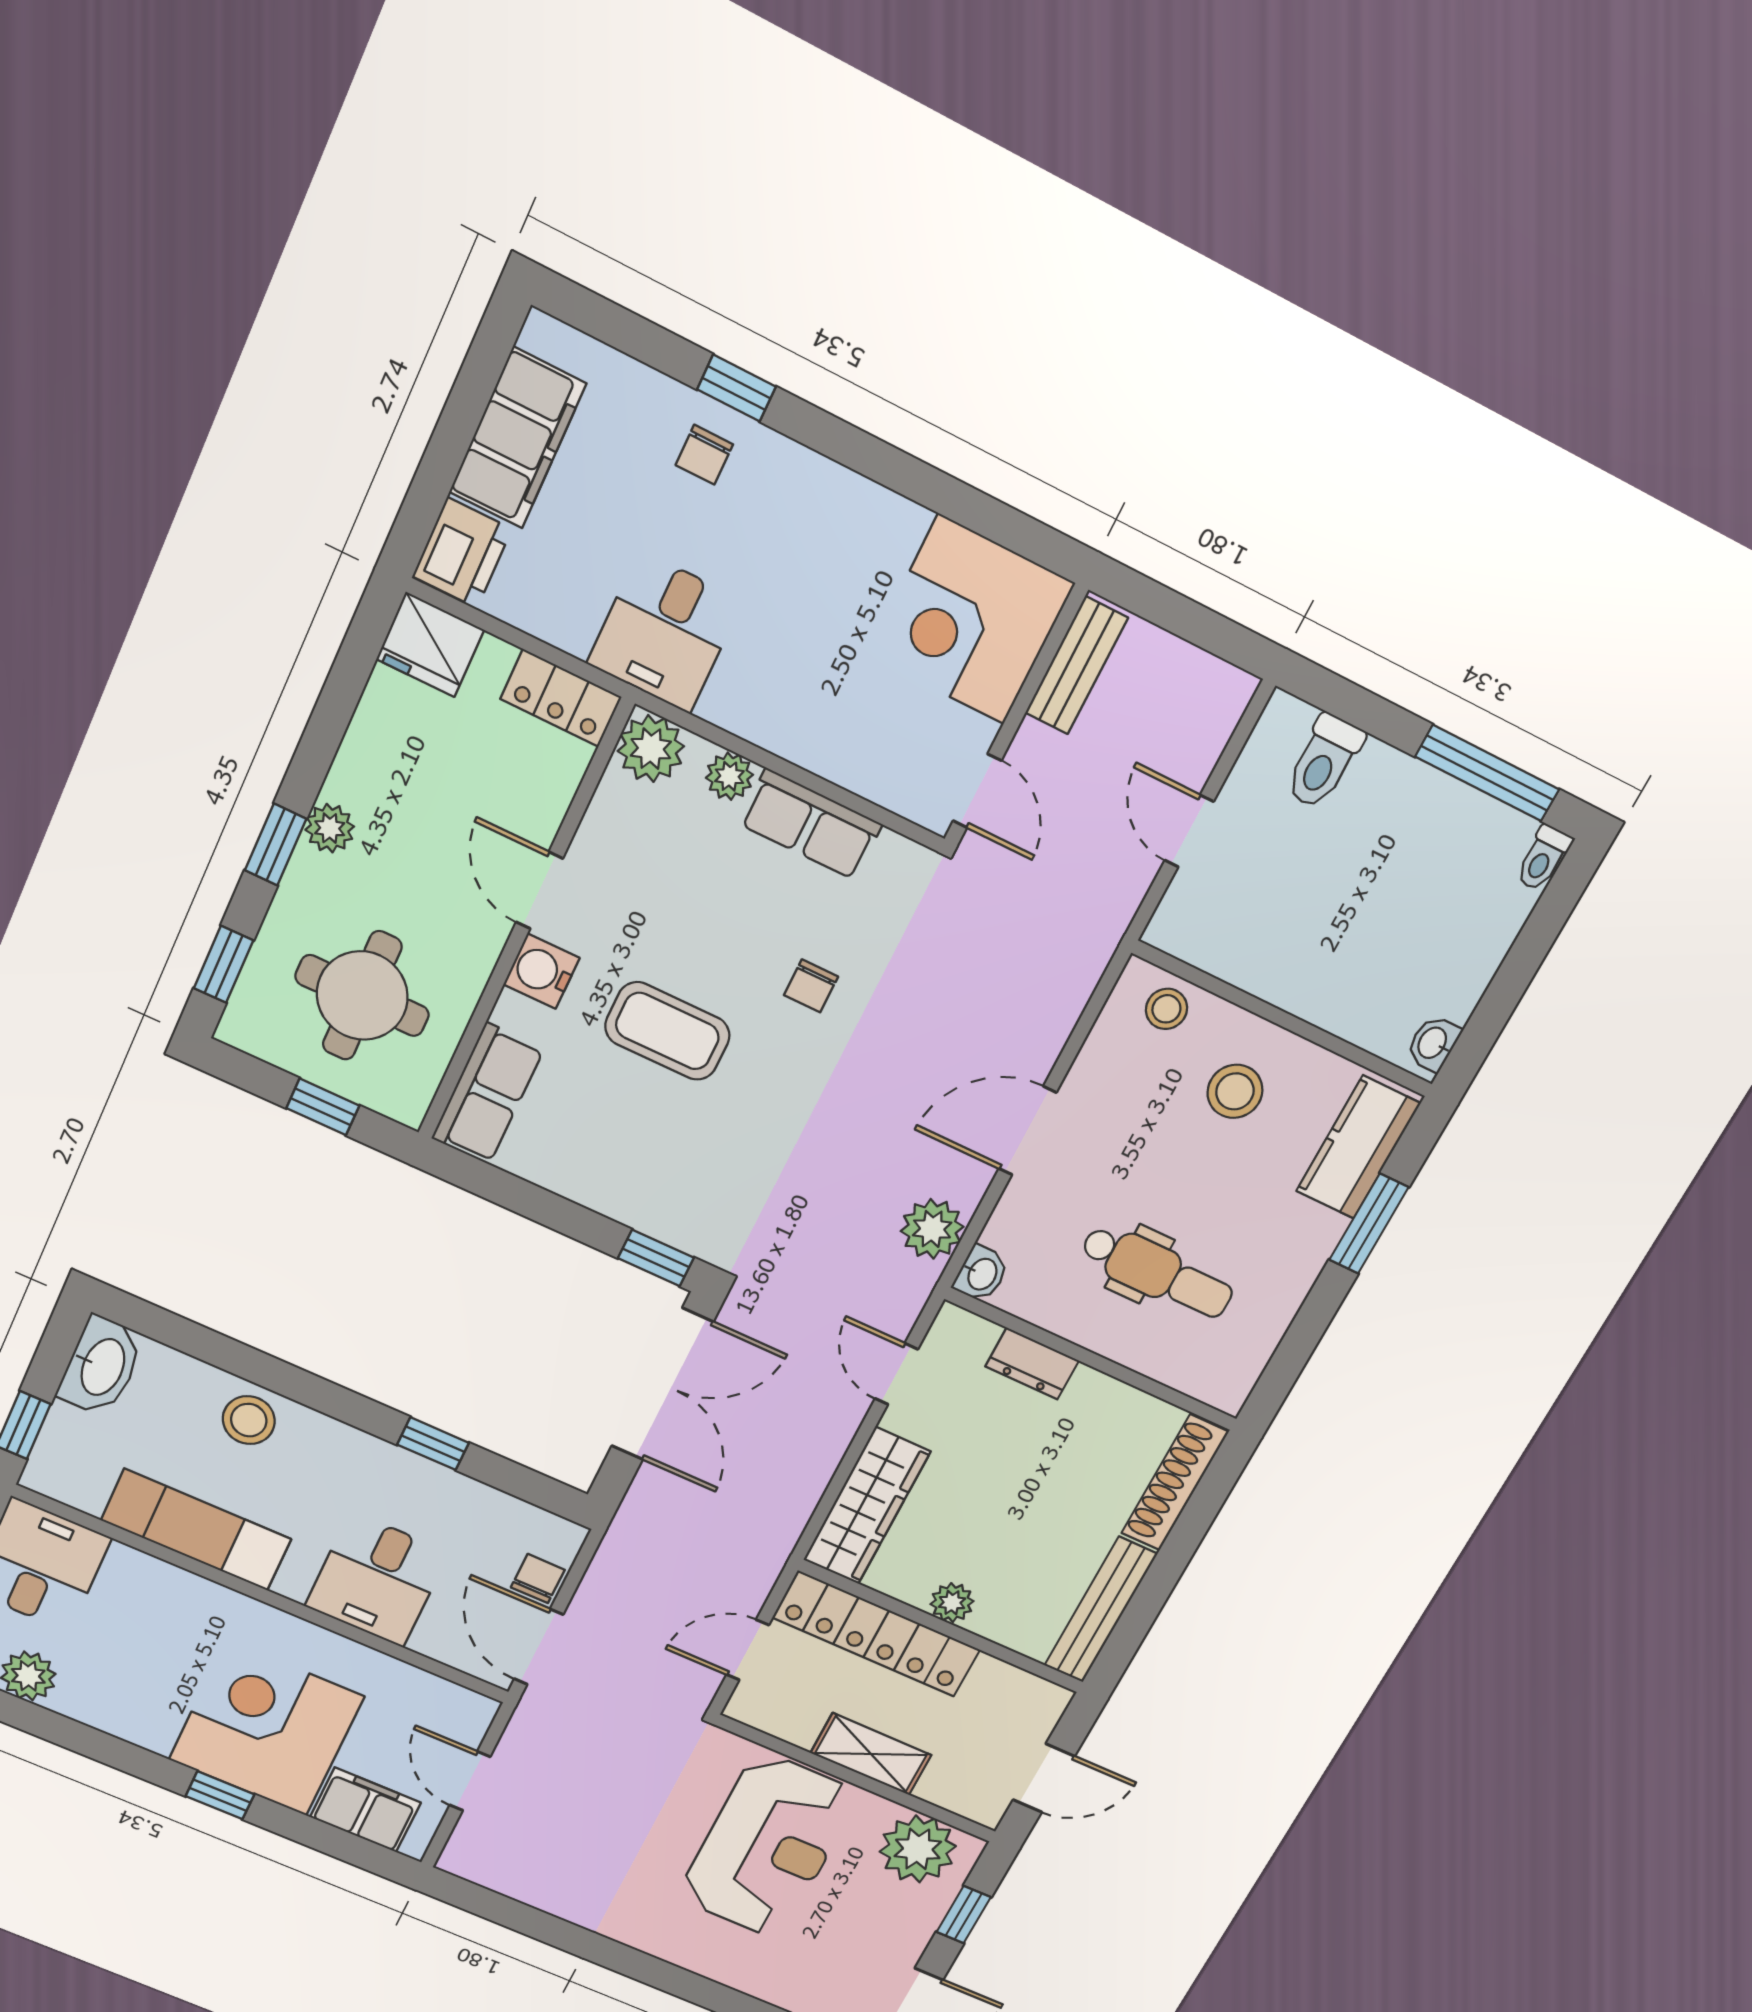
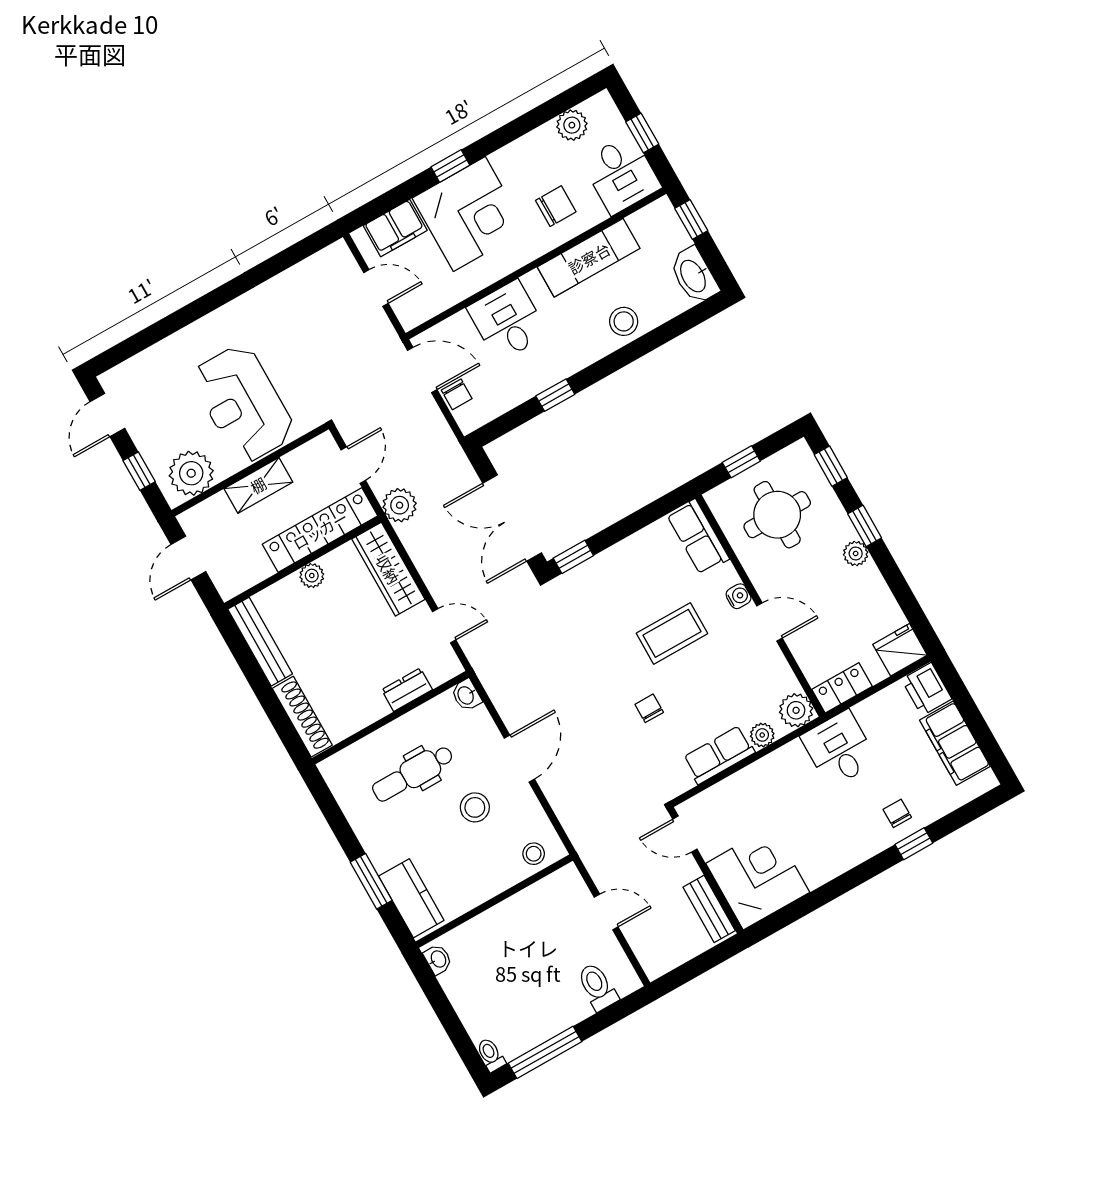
water cooler: (541, 971) -> (738, 596), width x0.72, depth x0.72
stool: (1235, 1091) -> (475, 807), moved
plant: (932, 1229) -> (400, 505), moved
chair: (160, 1622) -> (556, 206), added

